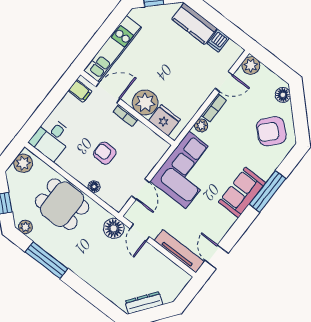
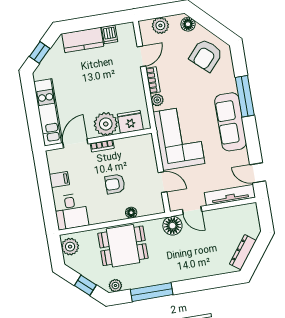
plant: (251, 65) -> (160, 25), moved
filing cabinet: (80, 91) -> (59, 179), moved
sofa: (242, 192) -> (231, 122), width x1.36

